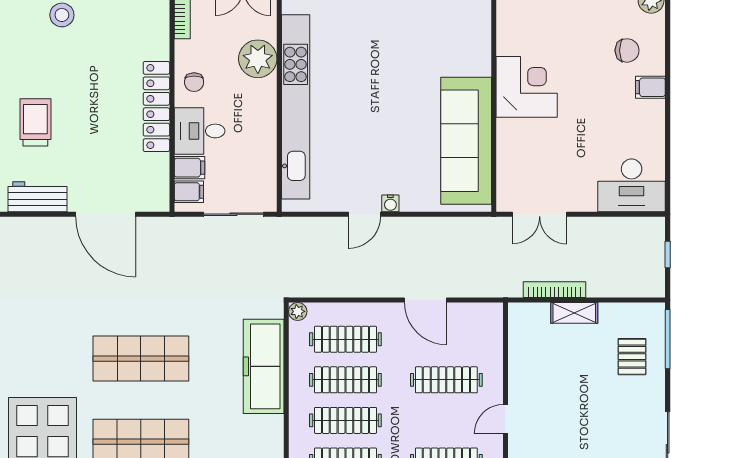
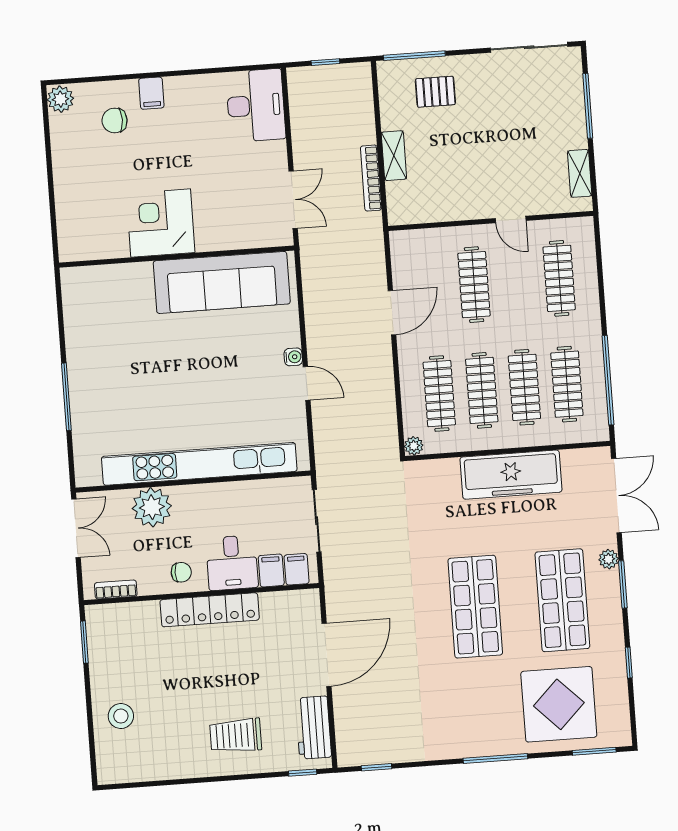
chair: (627, 50) -> (115, 120), turned -90
freezer: (264, 366) -> (511, 475), moved

